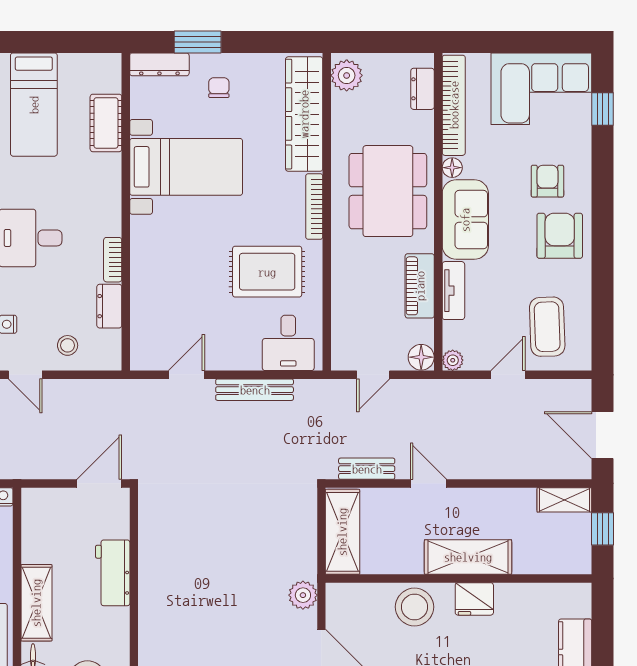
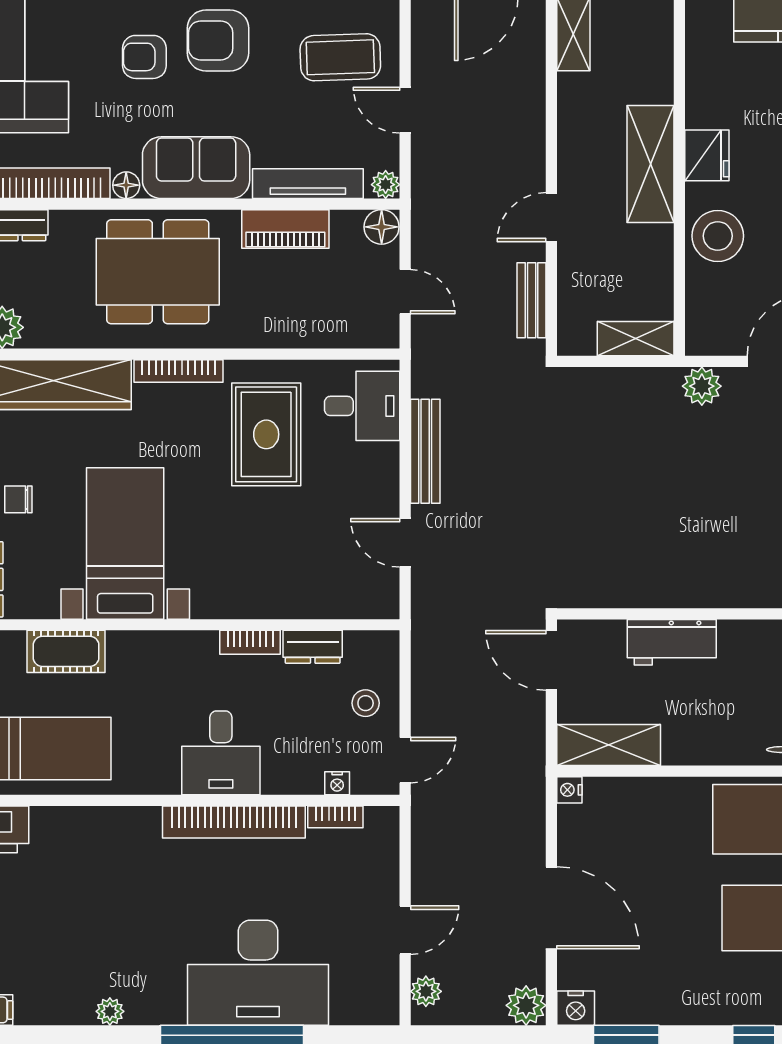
tv unit: (453, 291) -> (308, 184), width x1.41
shelving: (342, 532) -> (636, 339), width x0.67, depth x0.75
shelving: (36, 603) -> (609, 745), moved

